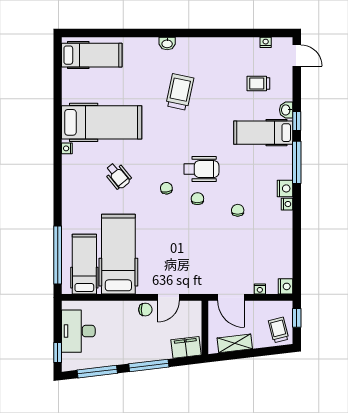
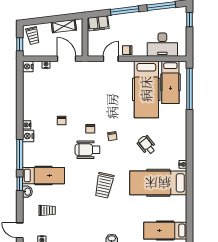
trolley: (180, 92) -> (104, 185), moved
desk: (78, 331) -> (162, 45), moved, turned 90

